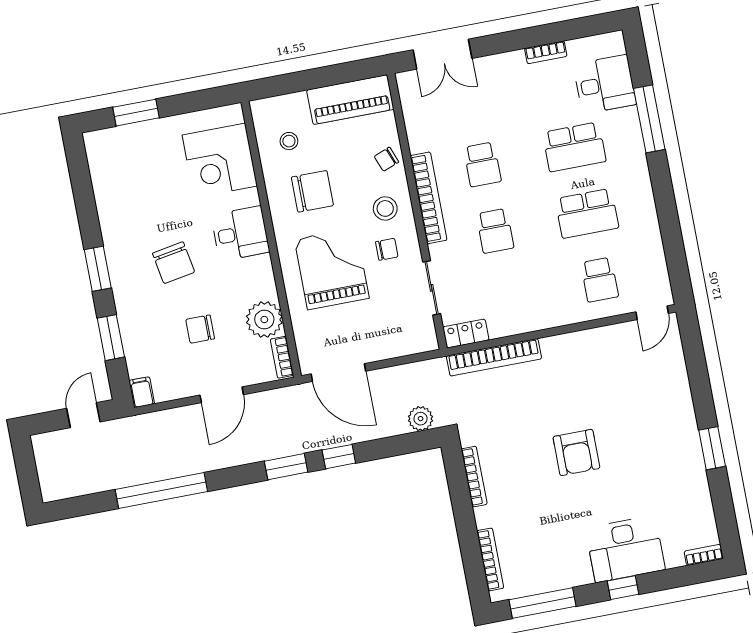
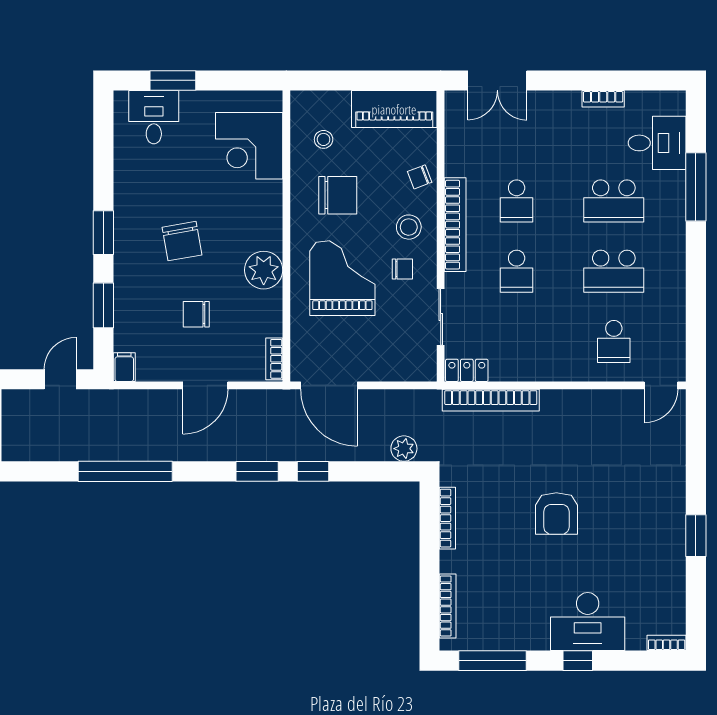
desk: (240, 233) -> (154, 117), moved, turned -90
plant: (264, 320) -> (264, 270), moved

